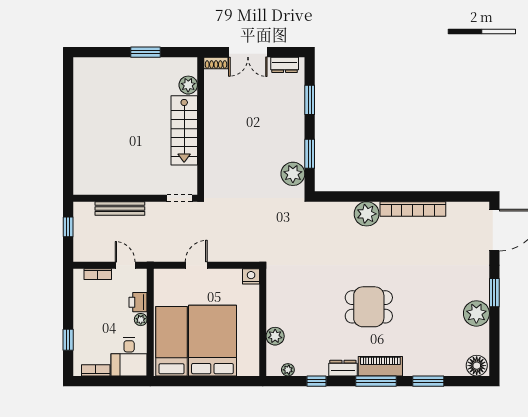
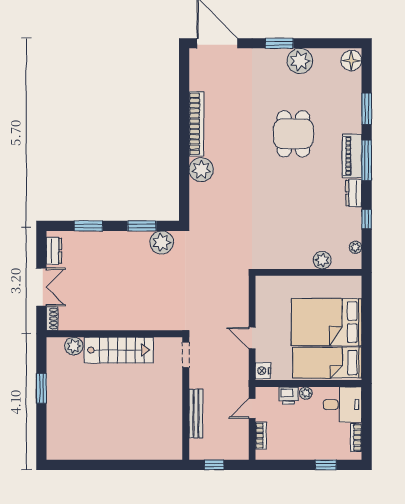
nightstand: (251, 276) -> (263, 371), moved
dining table: (369, 307) -> (293, 134), moved

